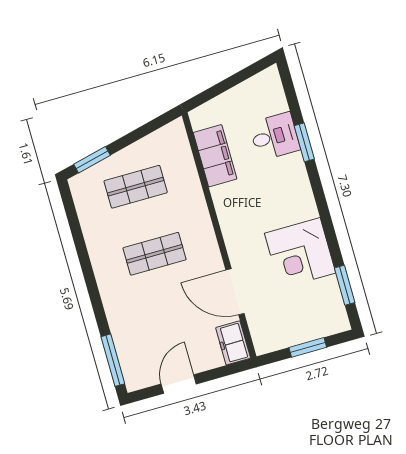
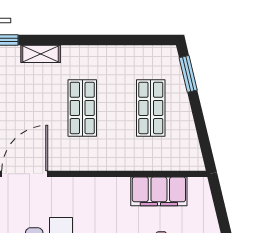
shelving: (113, 310) -> (41, 54), added

